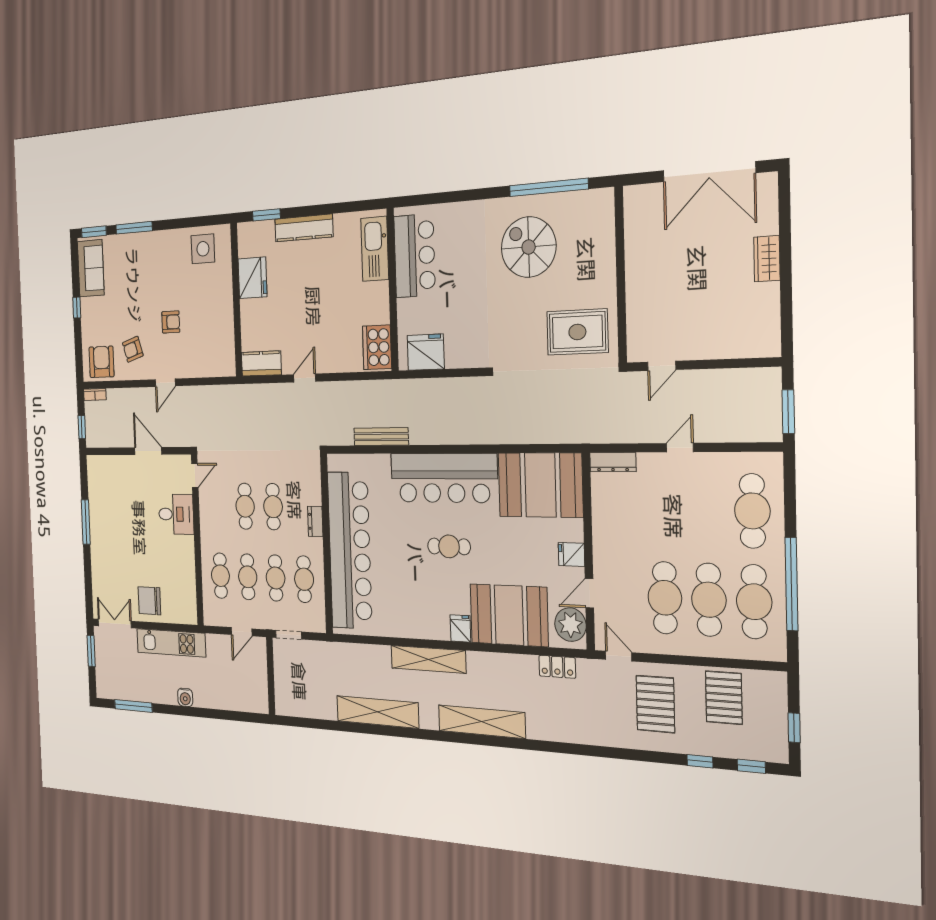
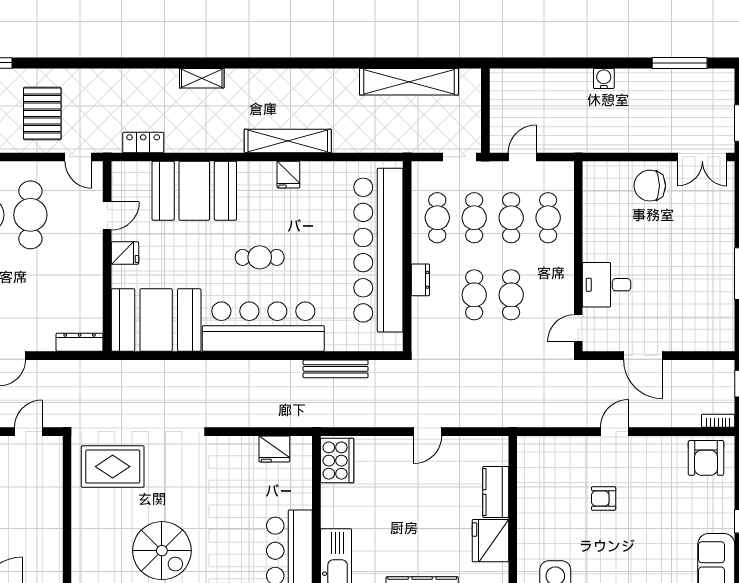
armchair: (133, 349) -> (659, 470), removed
fridge: (426, 352) -> (274, 449), width x0.73, depth x0.75
kitchen counter: (261, 364) -> (496, 492), moved, turned 90
chair: (149, 601) -> (650, 186), turned 180
plant: (570, 625) -> (128, 185), removed
fridge: (460, 628) -> (288, 175), moved
kitchen unit: (171, 643) -> (621, 139), removed
shelving: (378, 712) -> (409, 82), moved
shelving: (482, 722) -> (202, 78), width x0.45, depth x0.75

